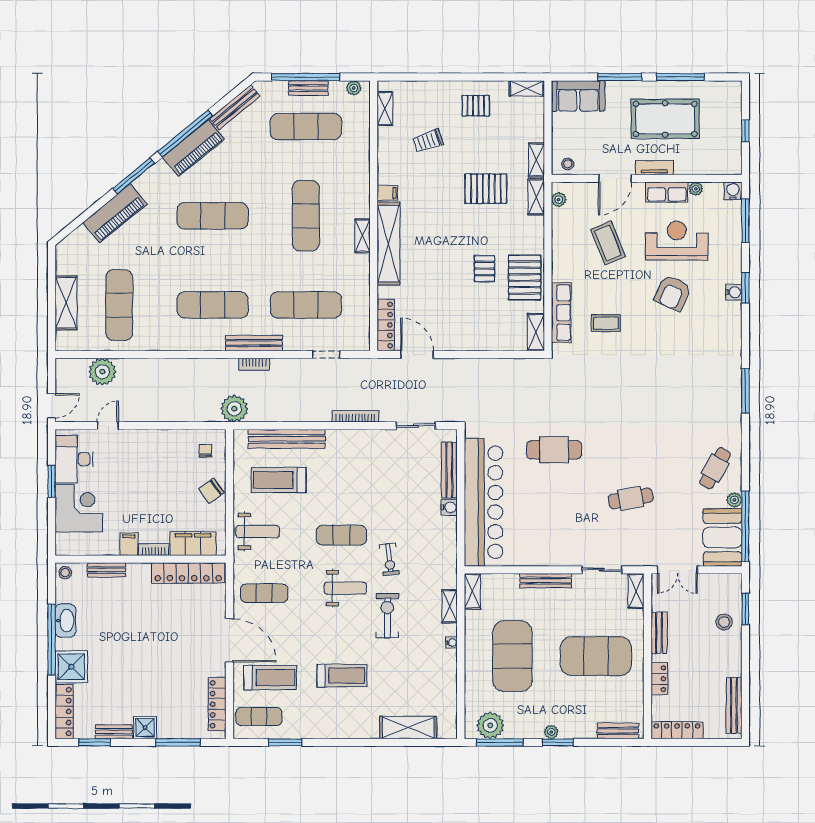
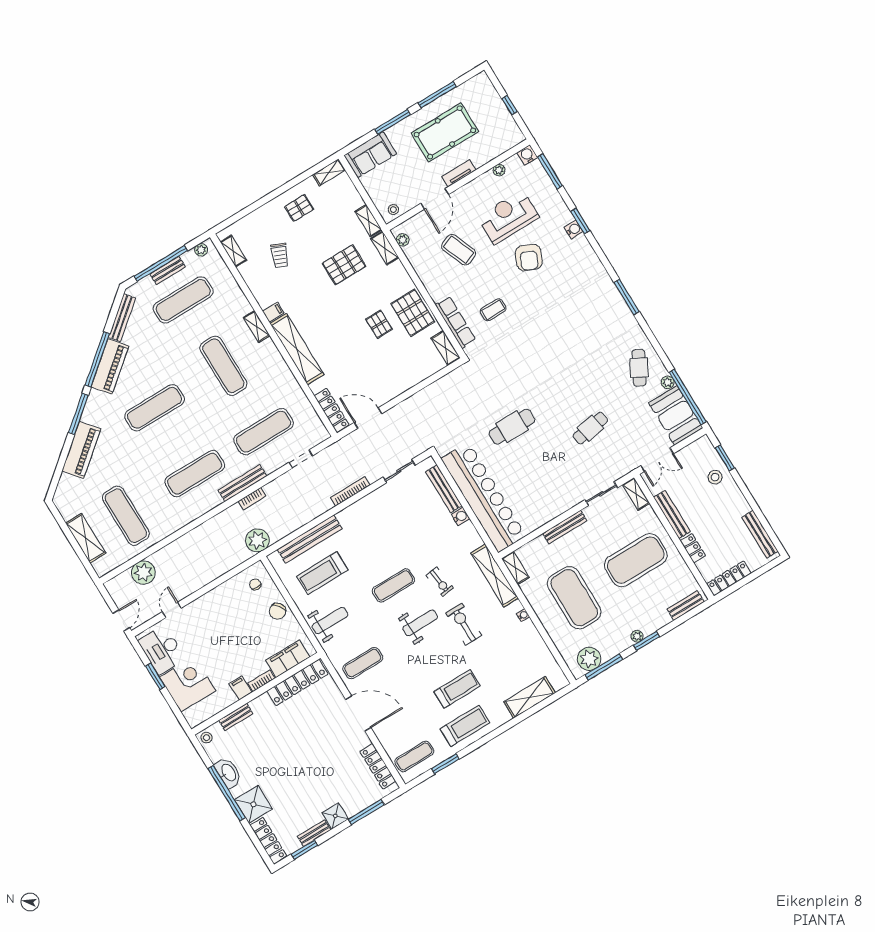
trolley: (428, 141) -> (280, 255), turned -48
row of seats: (667, 192) -> (479, 186), removed
shelving: (362, 236) -> (257, 327), moved
shelving: (450, 606) -> (495, 576), width x2.20, depth x1.33
bench: (659, 633) -> (672, 514), width x1.36
treadmill: (270, 678) -> (465, 726), moved

